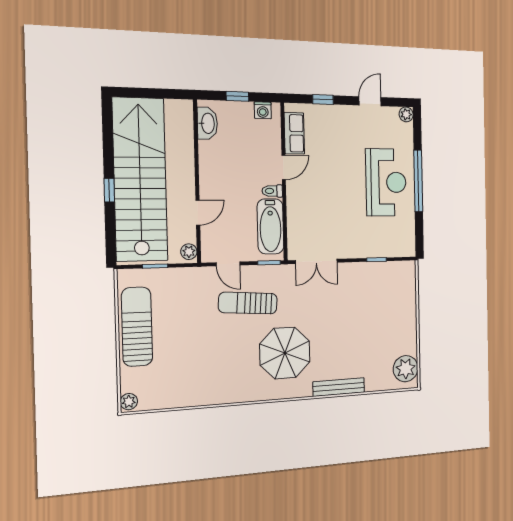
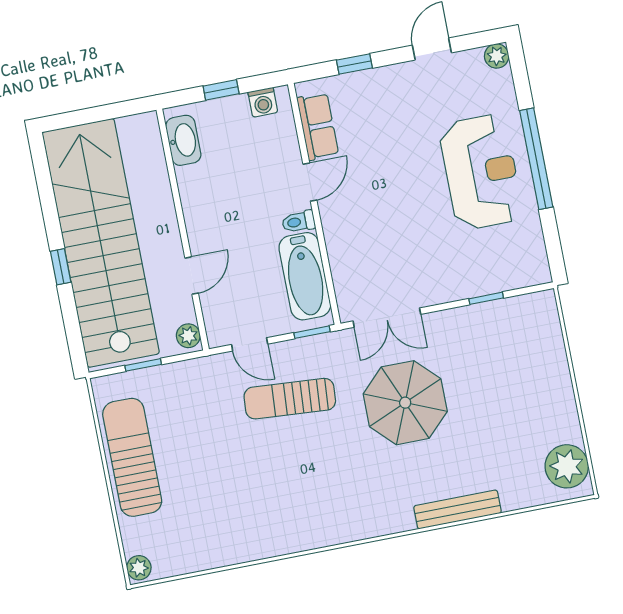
parasol: (285, 353) -> (405, 403), moved

